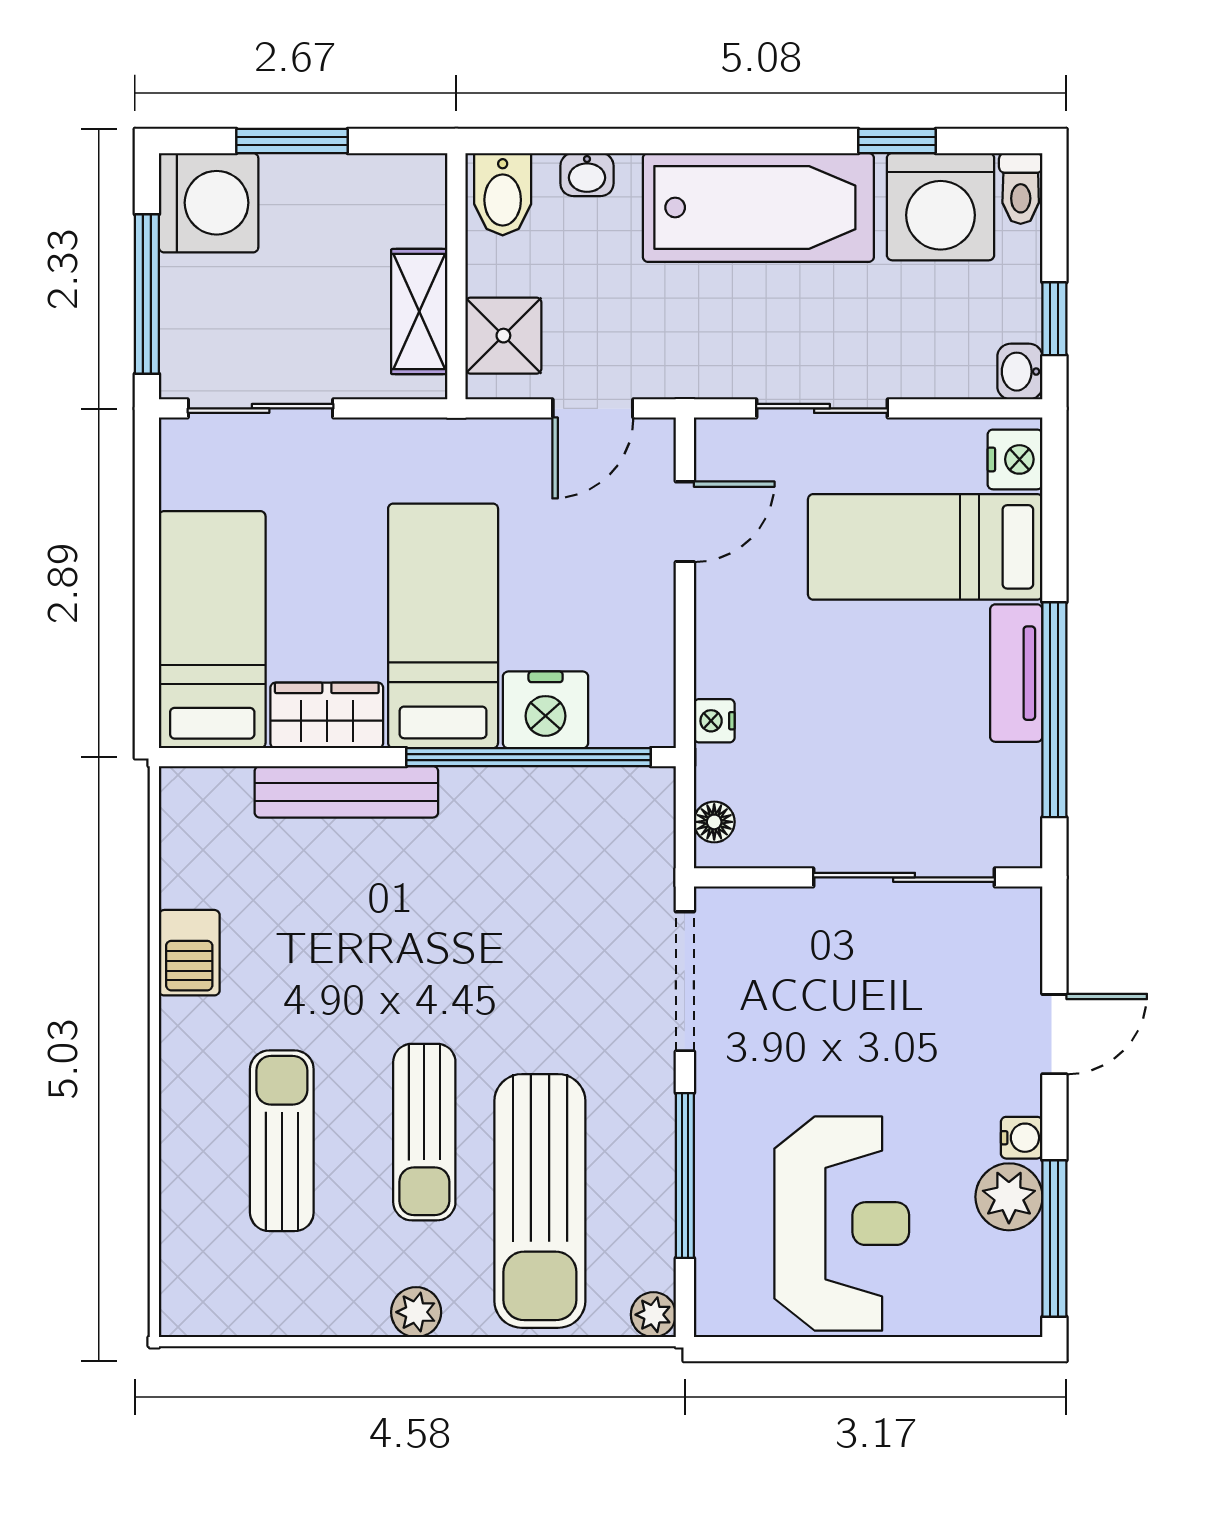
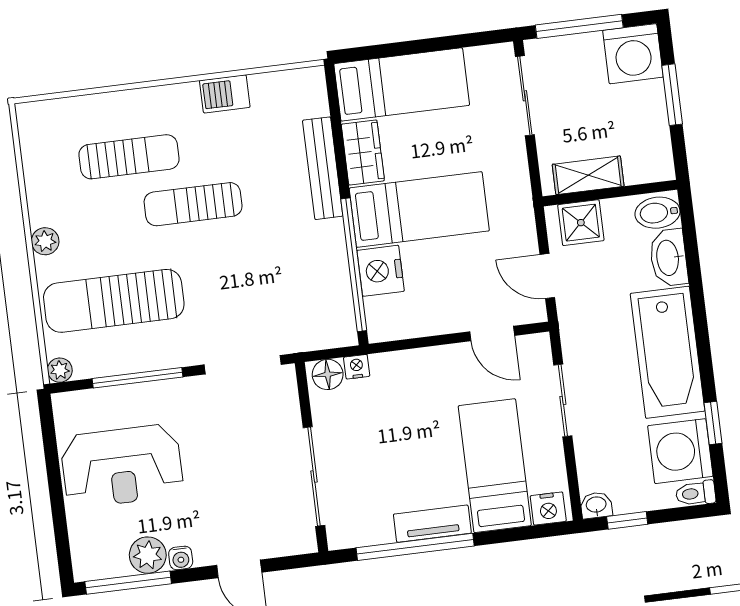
washbasin: (587, 175) -> (669, 258), width x1.91, depth x1.45
nightstand: (714, 721) -> (357, 367), moved
floor lamp: (714, 822) -> (328, 374), width x1.37, depth x1.37
sun lounger: (424, 1132) -> (193, 204), moved

